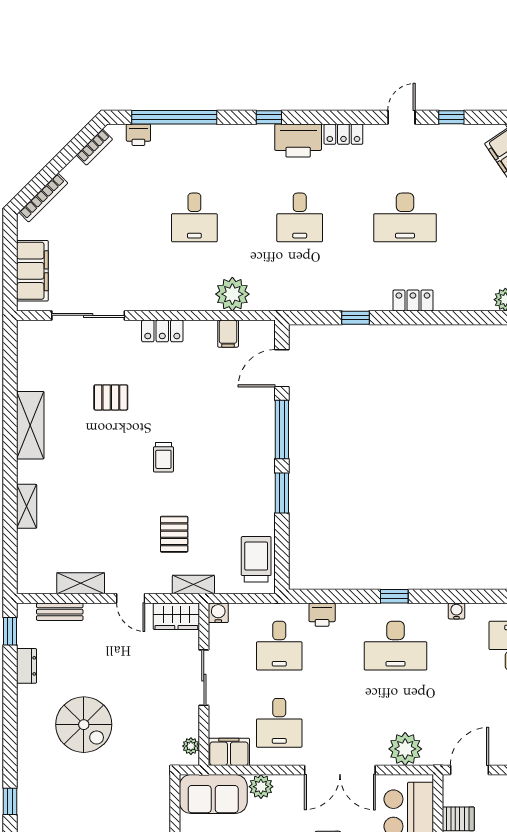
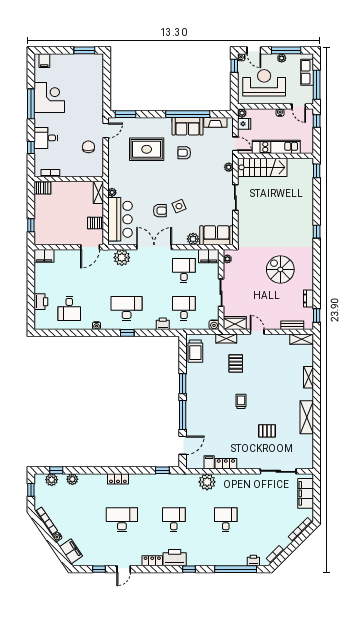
window: (355, 318) -> (162, 470), moved
locker: (162, 331) -> (226, 464), moved
shelving: (81, 583) -> (302, 339), moved

